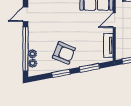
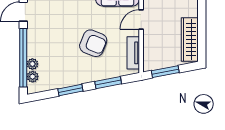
armchair: (64, 53) -> (93, 43), moved

